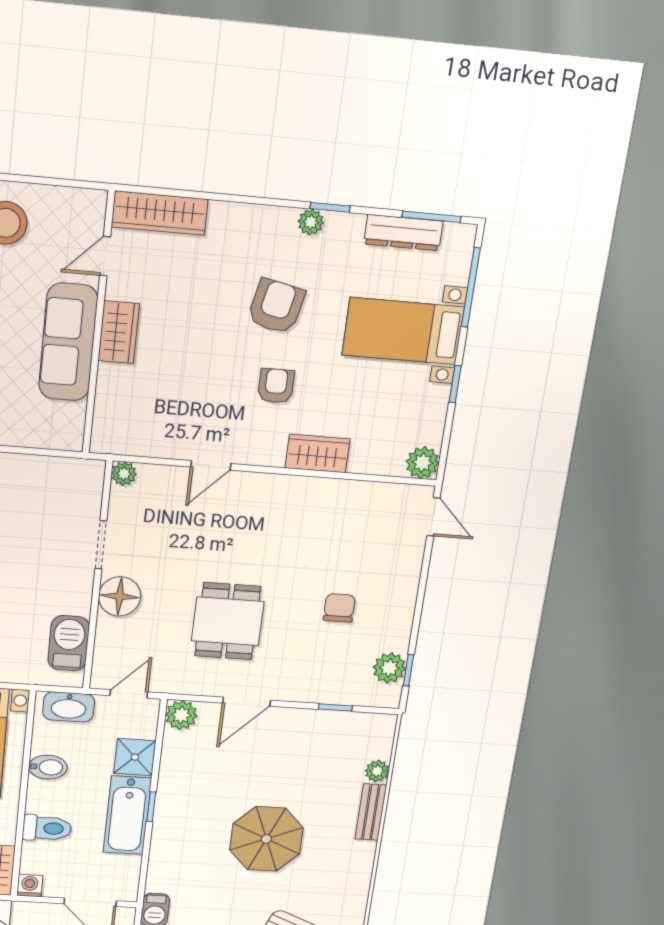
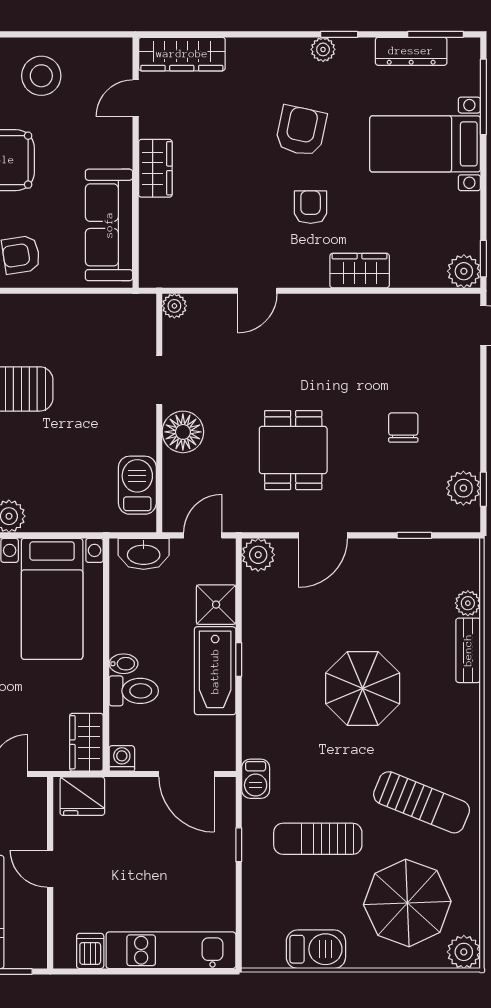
sofa: (68, 342) -> (109, 225), moved
window: (455, 384) -> (483, 259), moved
bidet: (48, 767) -> (124, 664), moved, width x0.72, depth x0.74

